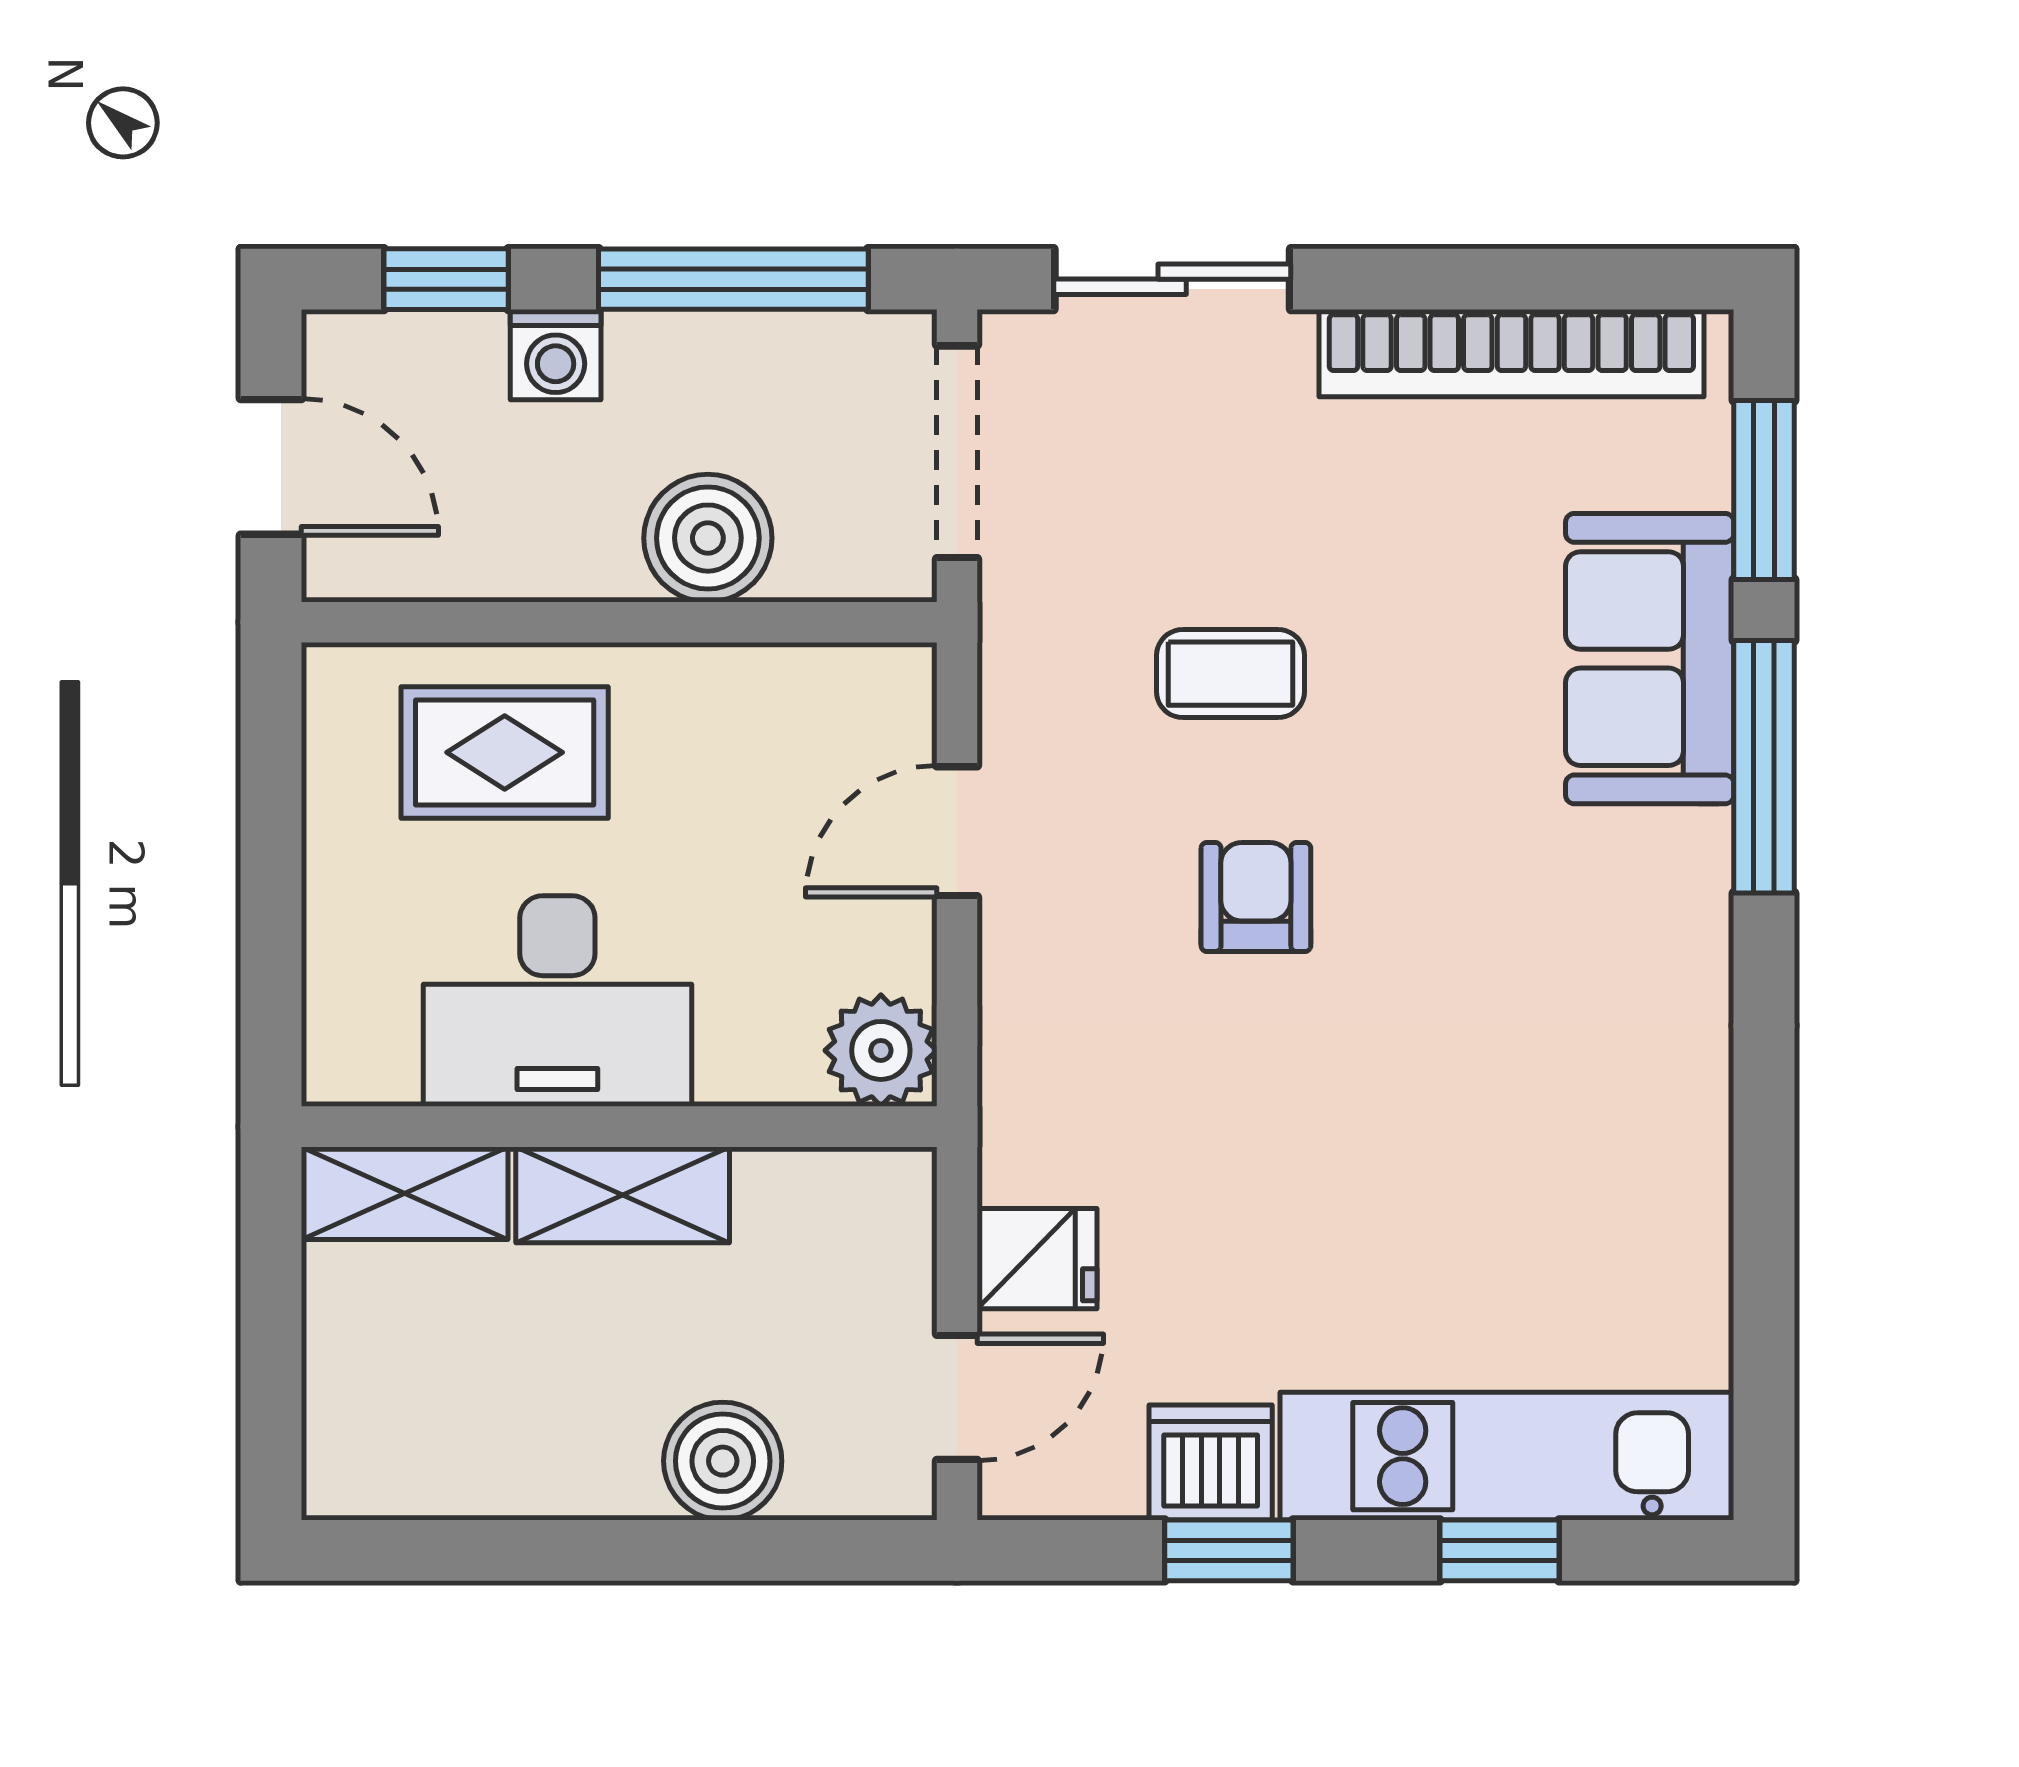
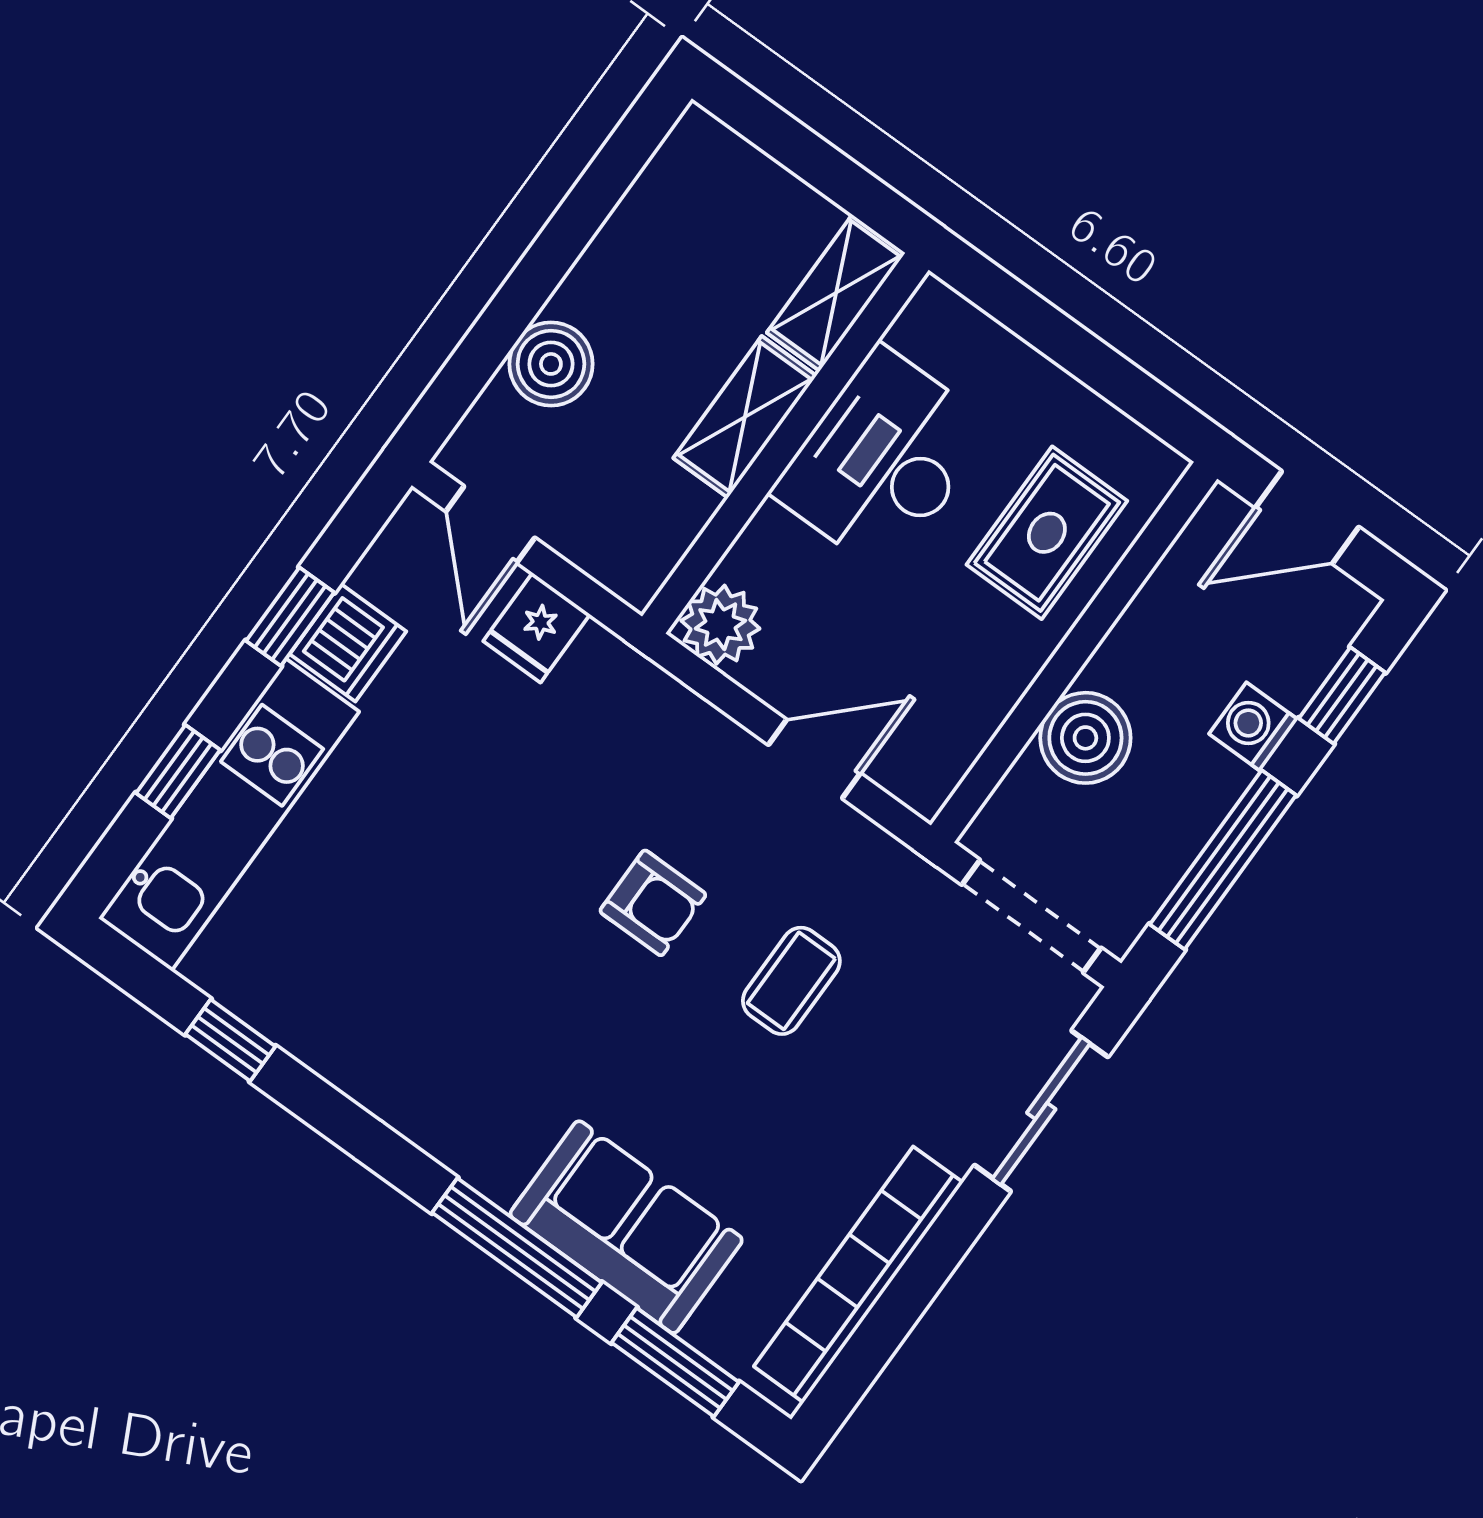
door: (957, 831) -> (814, 759), hinge flipped
window: (1764, 1267) -> (230, 1040), added

